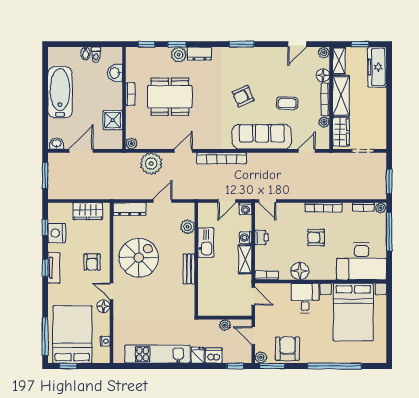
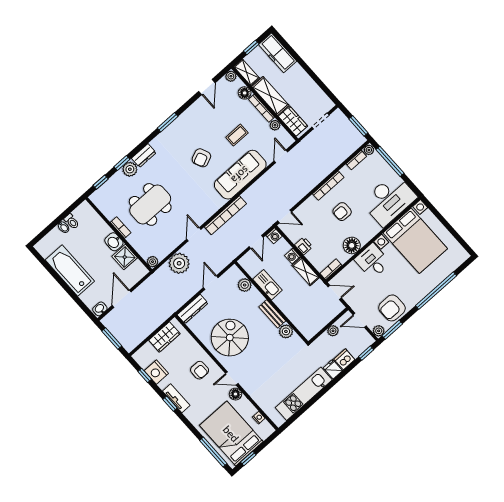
washbasin: (115, 73) -> (114, 242), moved
plant: (187, 292) -> (286, 331), added
armchair: (287, 349) -> (392, 308), turned -90

